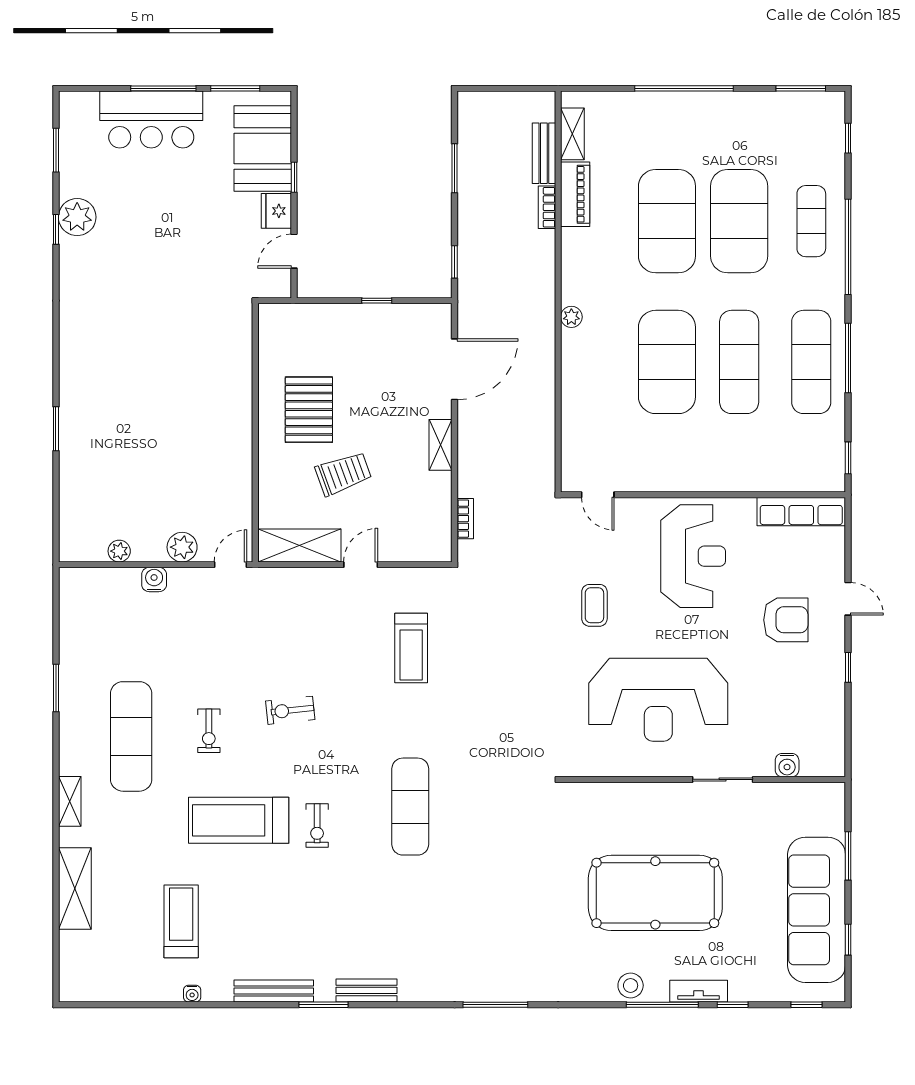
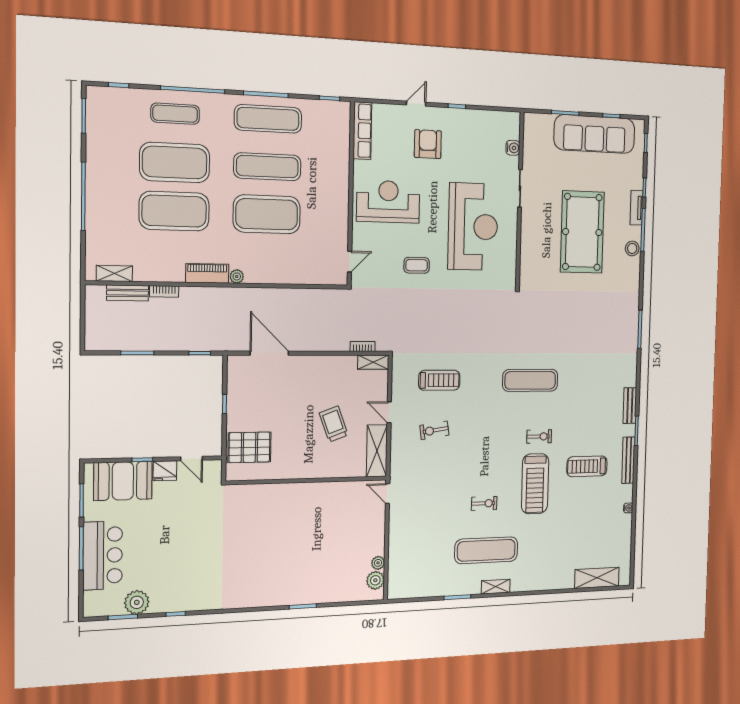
piano: (575, 194) -> (207, 273), moved
plant: (77, 217) -> (137, 602), moved
pallet: (309, 410) -> (249, 447), moved
shelving: (441, 445) -> (373, 362), moved
plant: (182, 547) -> (375, 580), moved
water cooler: (154, 580) -> (395, 540), removed
exercise bike: (290, 710) -> (434, 430), moved, turned 88
shelving: (70, 801) -> (496, 587), moved
shelving: (75, 889) -> (597, 578), moved
treadmill: (181, 921) -> (587, 466), moved

